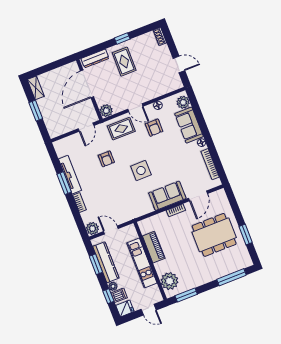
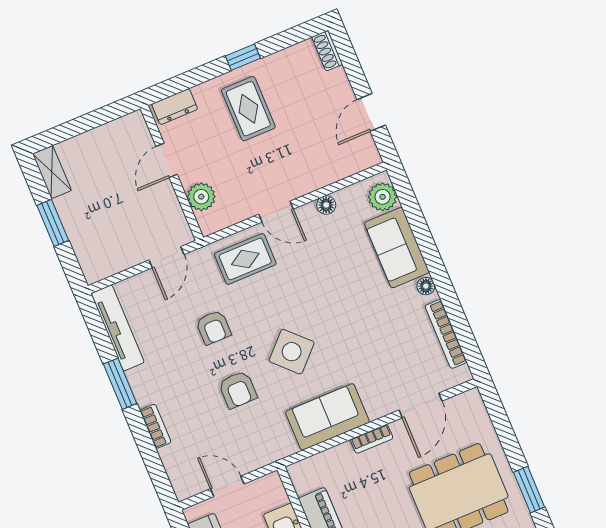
dresser: (95, 58) -> (175, 107), width x0.70
door: (179, 64) -> (371, 112), swing flipped
door: (87, 84) -> (167, 160), width x0.53
plant: (106, 111) -> (201, 197), moved
armchair: (154, 128) -> (238, 390), moved
side table: (141, 171) -> (292, 352), turned 45
tv unit: (70, 175) -> (118, 328), moved
sofa: (167, 196) -> (327, 417), moved
plant: (92, 229) -> (186, 484), removed

